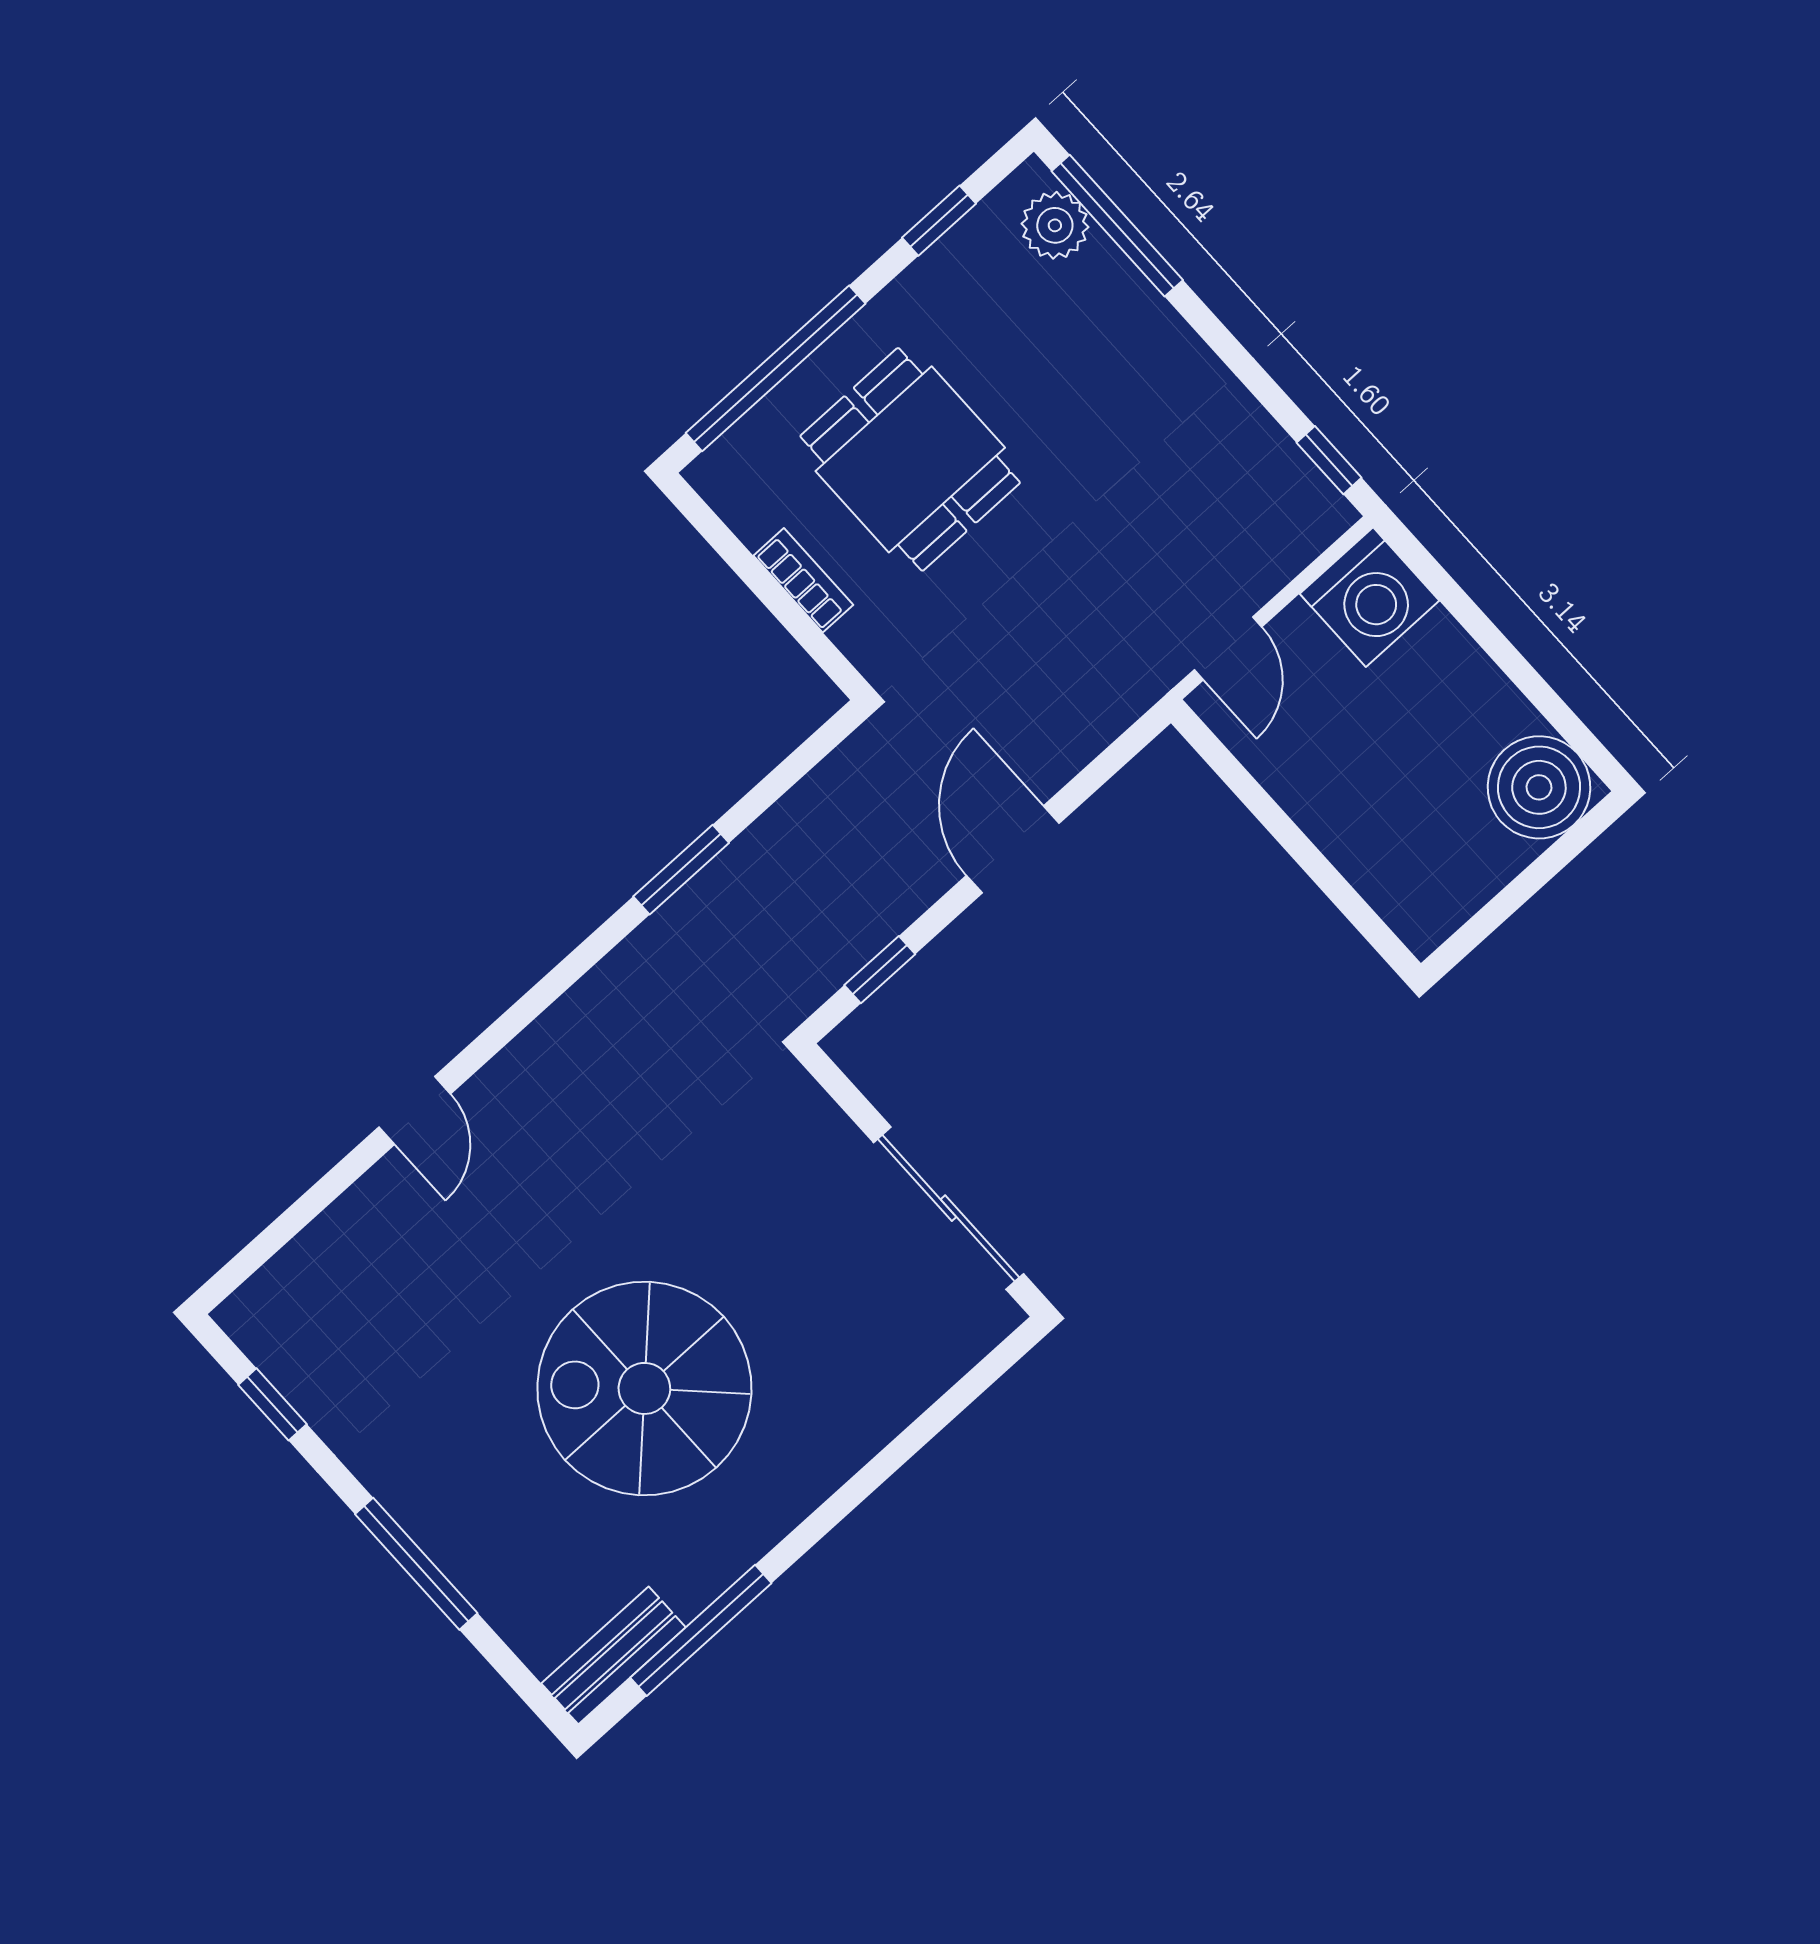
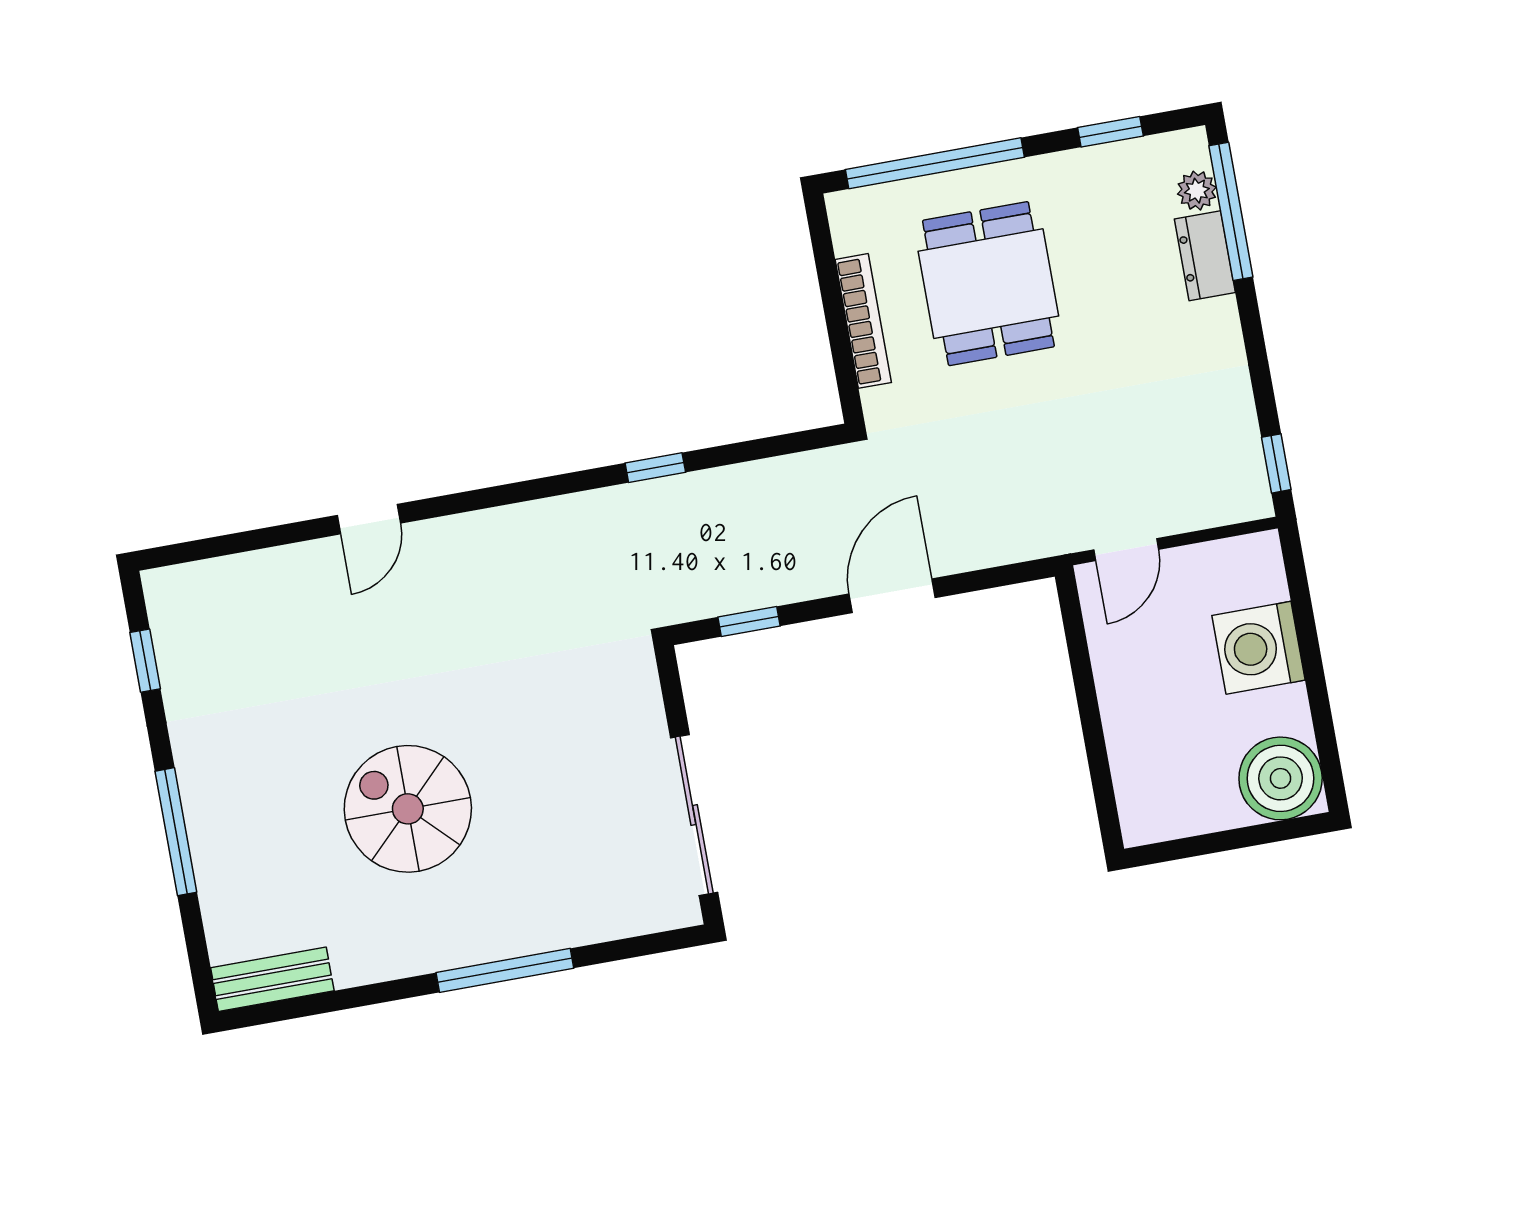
plant: (1055, 225) -> (1197, 191), width x0.73, depth x0.73
dresser: (1119, 289) -> (1205, 256), added
bookcase: (803, 580) -> (863, 321), width x1.56
washing machine: (1369, 597) -> (1258, 648), moved, turned 90
window: (681, 870) -> (655, 468), width x0.67
spiral stairs: (644, 1388) -> (408, 809), width x0.73, depth x0.73
window: (701, 1630) -> (505, 970), moved

